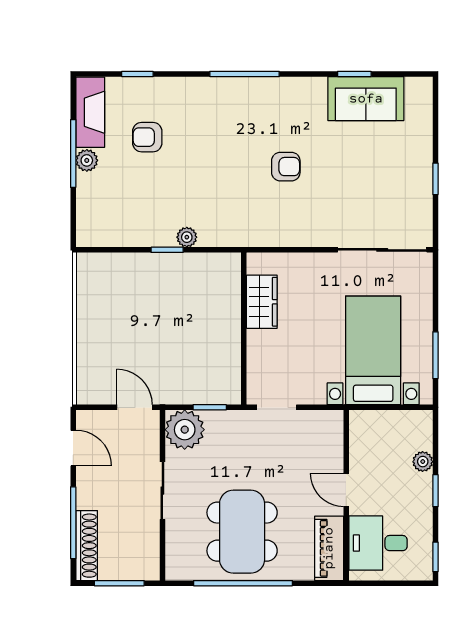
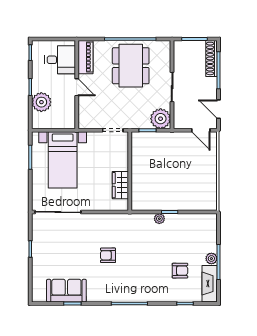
door: (134, 407) -> (201, 130), moved
plant: (423, 462) -> (41, 102), width x1.87, depth x1.87

